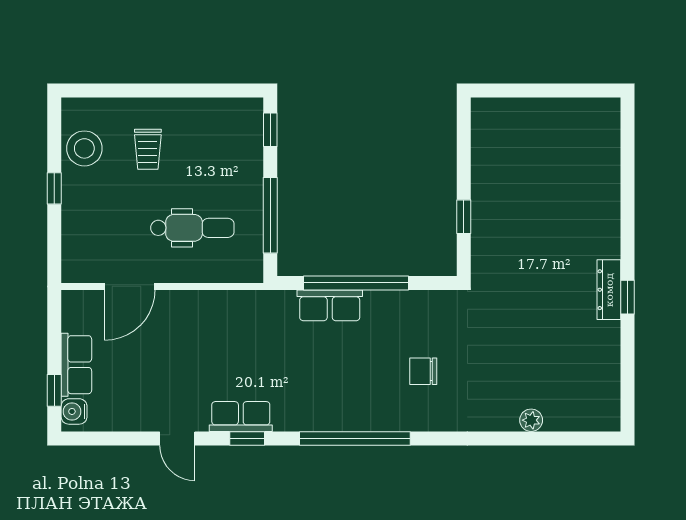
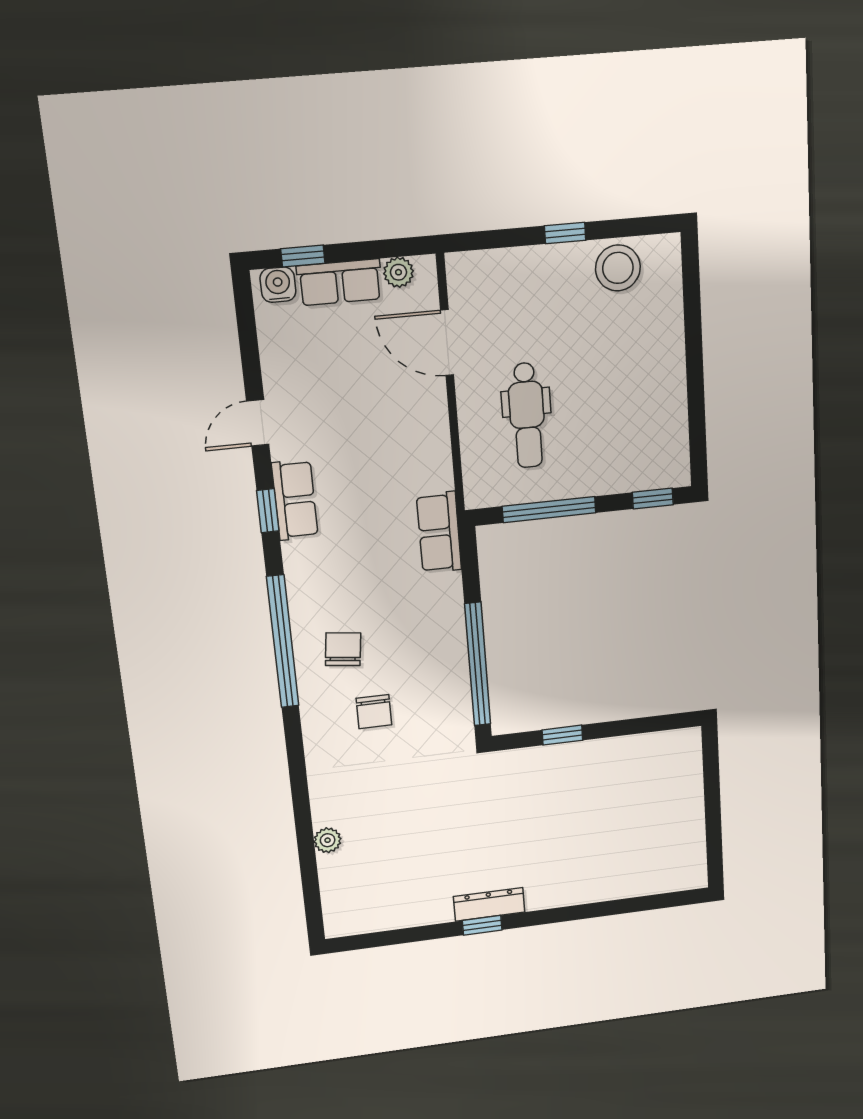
trolley: (148, 149) -> (621, 350), removed
window: (356, 283) -> (478, 664), moved
row of seats: (330, 305) -> (439, 532), moved
plant: (73, 319) -> (398, 272), added
chair: (423, 371) -> (374, 712), turned 180
chair: (367, 391) -> (343, 649), added

